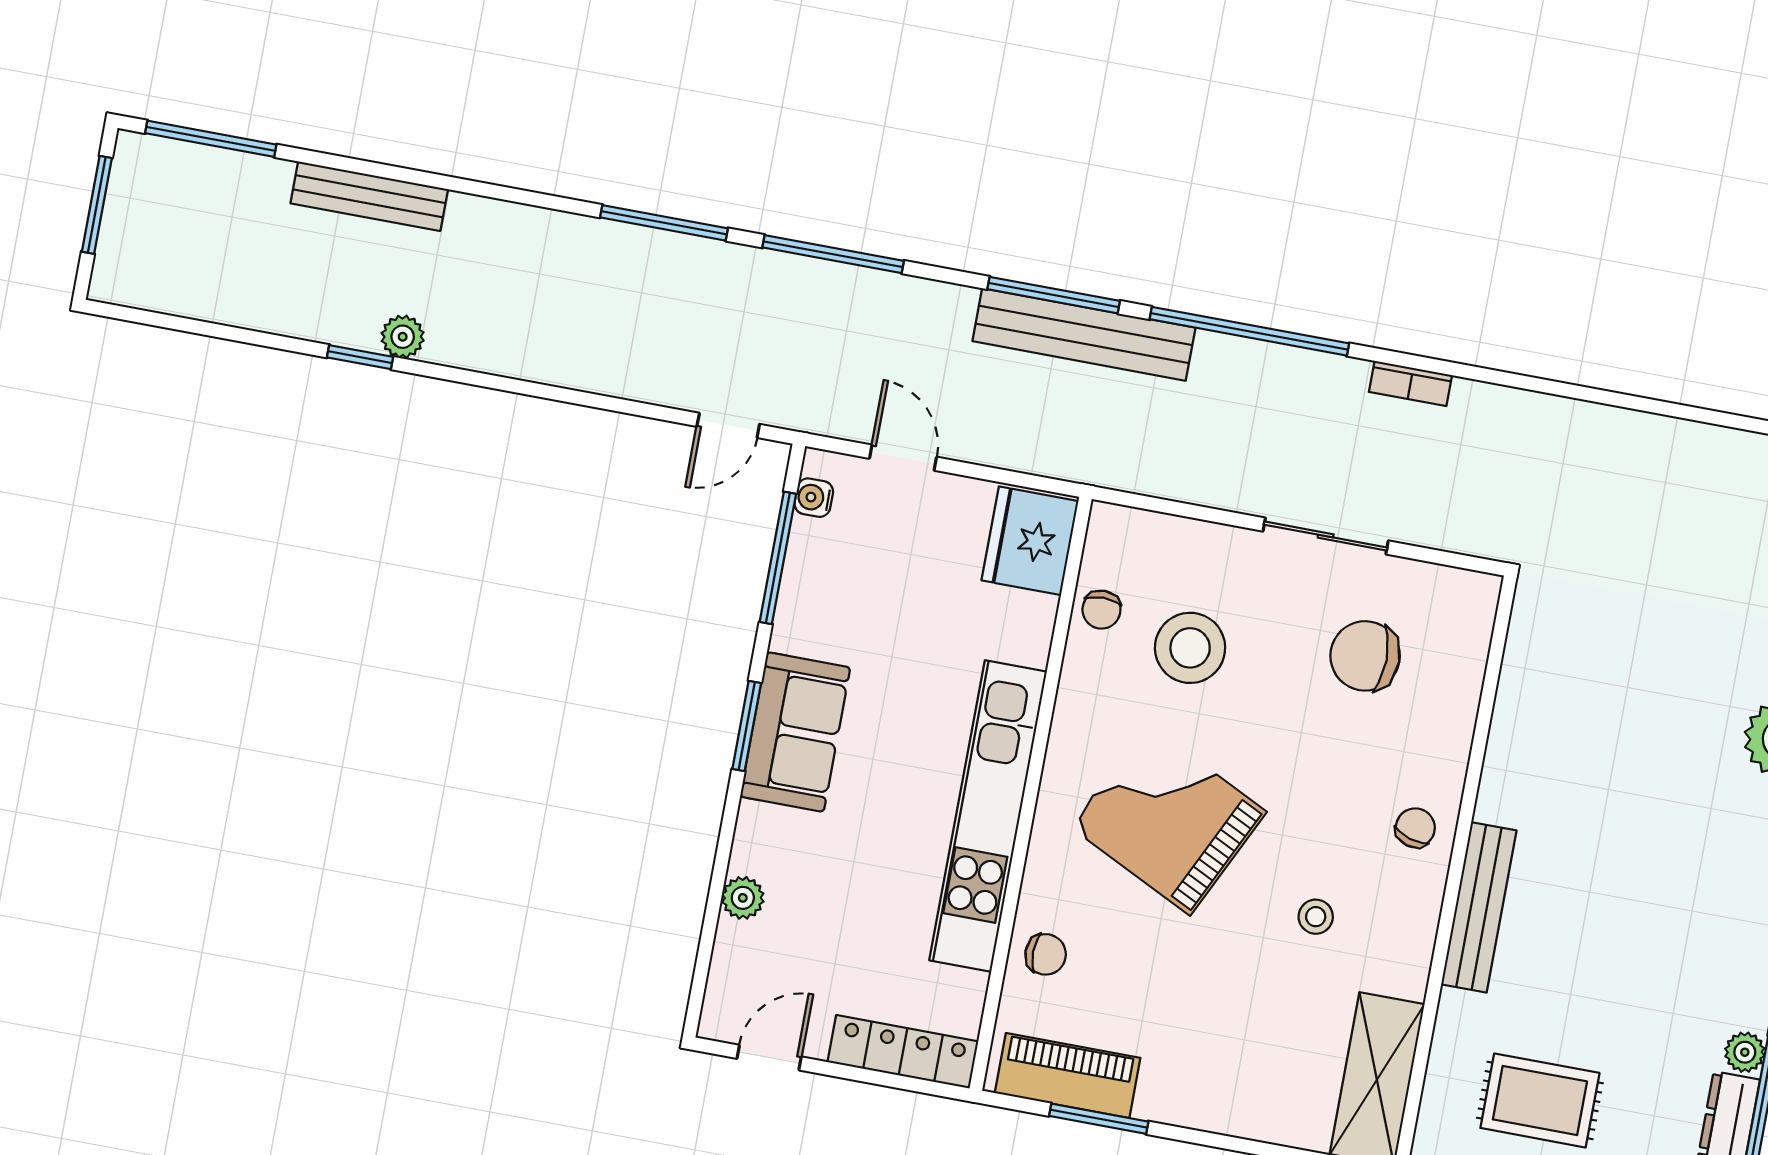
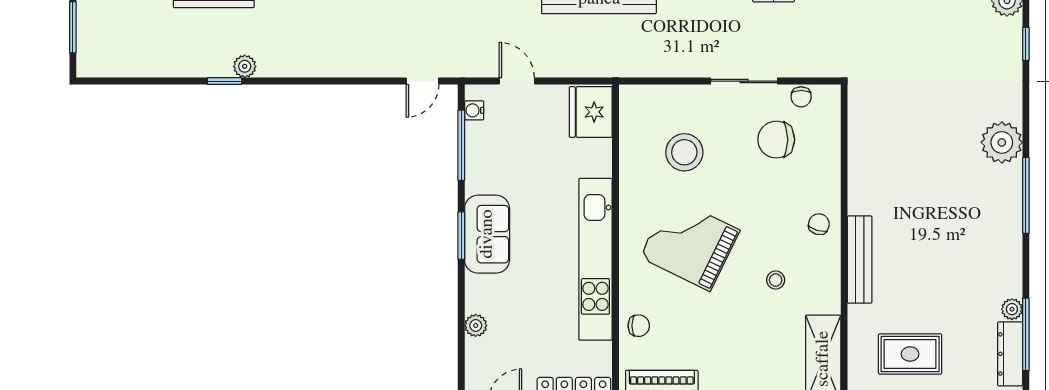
chair: (1101, 610) -> (801, 97), moved

